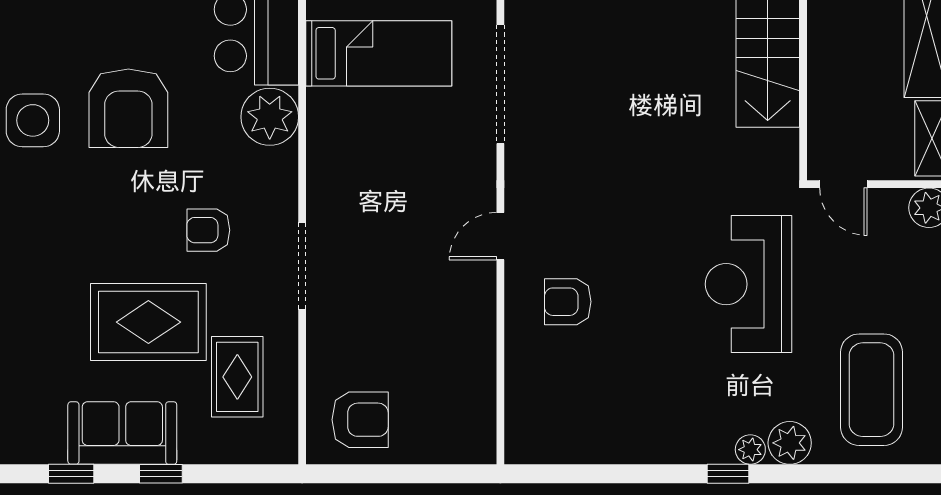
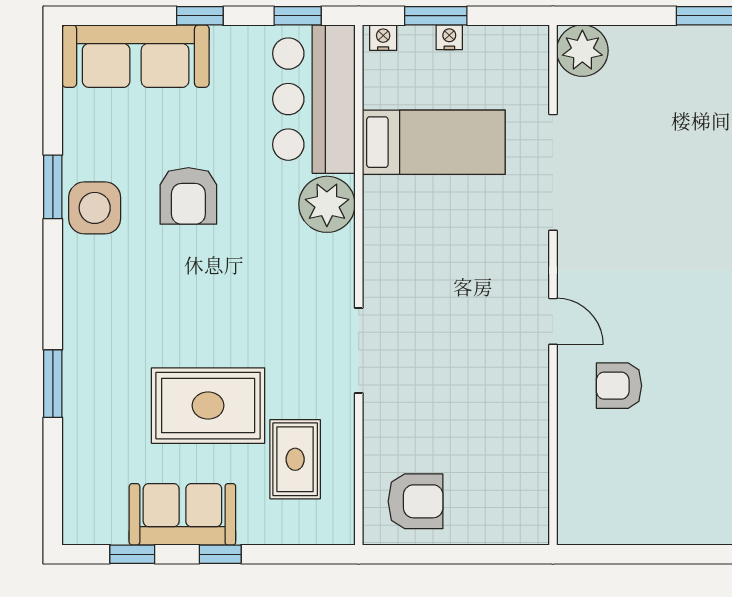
armchair: (128, 108) -> (188, 196), width x0.73, depth x0.73
armchair: (208, 230) -> (267, 315), removed
door: (500, 236) -> (553, 321), swing flipped

